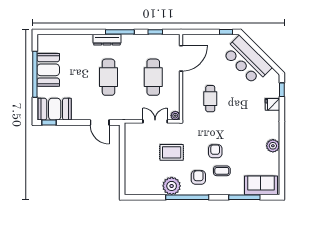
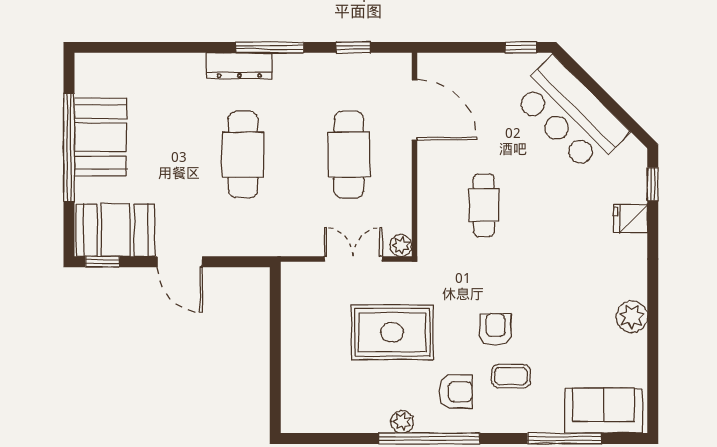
door: (181, 58) -> (414, 110), hinge flipped
door: (100, 123) -> (180, 262), moved
rug: (172, 152) -> (392, 332), width x1.36, depth x1.43
armchair: (198, 177) -> (456, 392), turned 90
plant: (172, 186) -> (402, 422), width x0.53, depth x0.53

